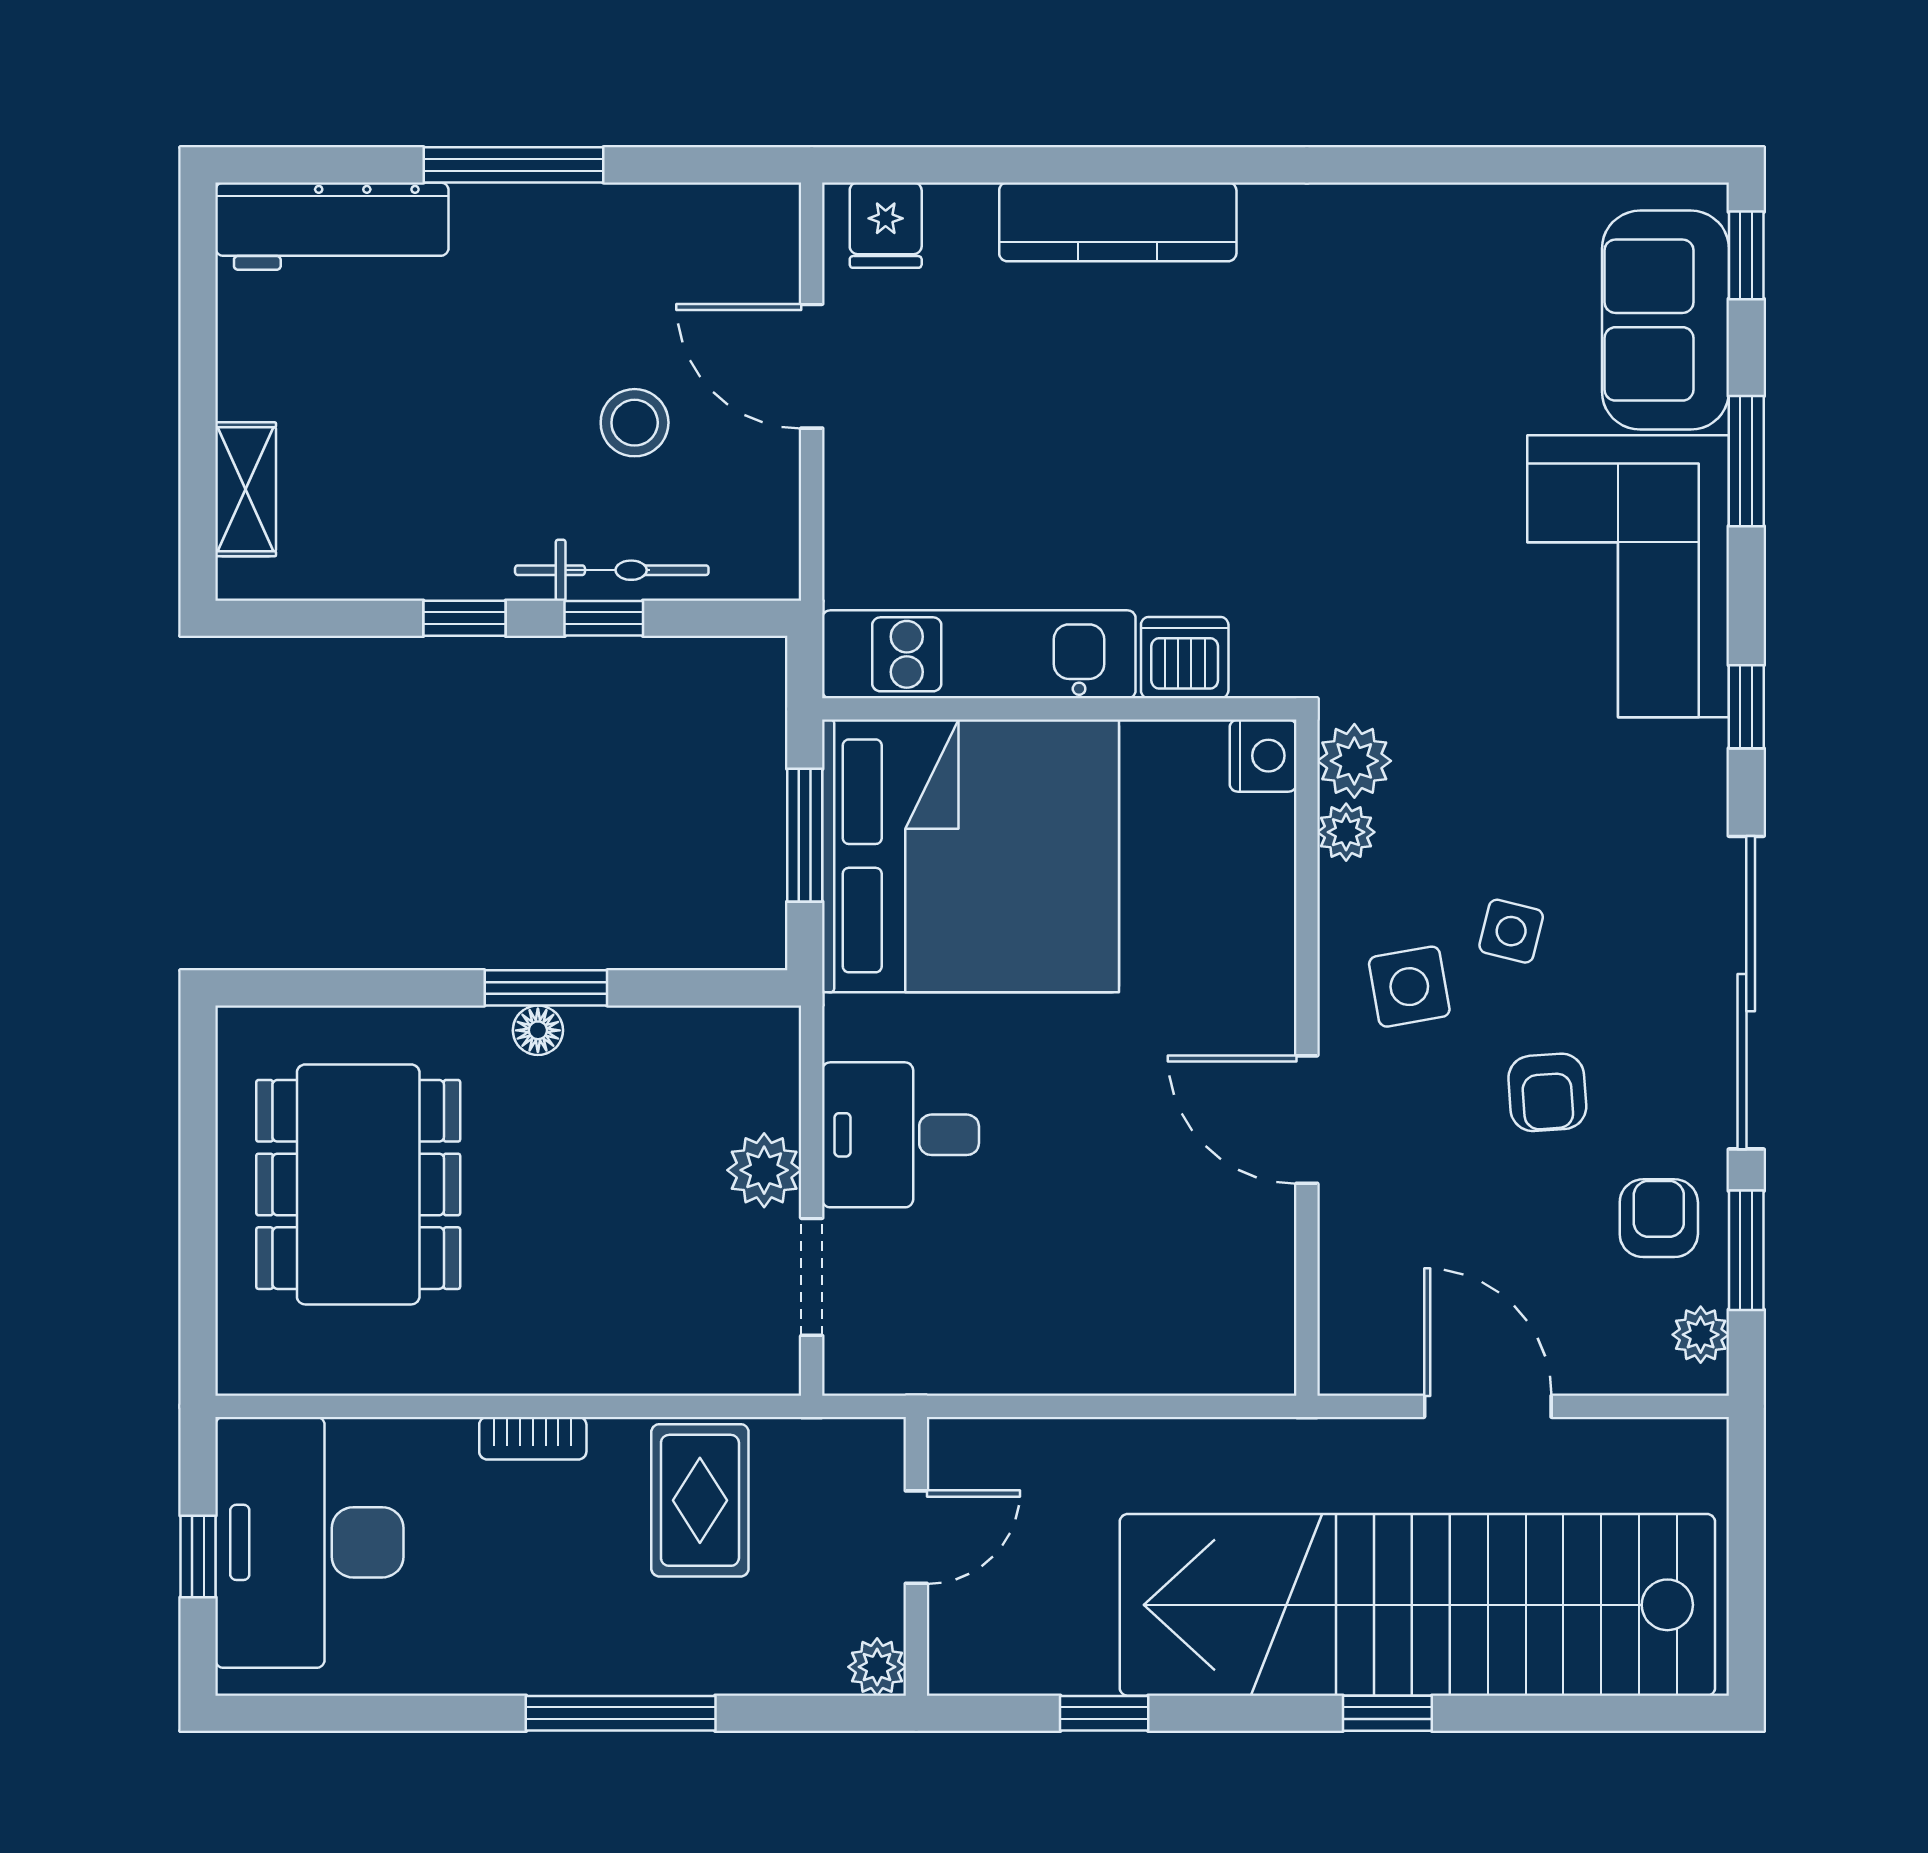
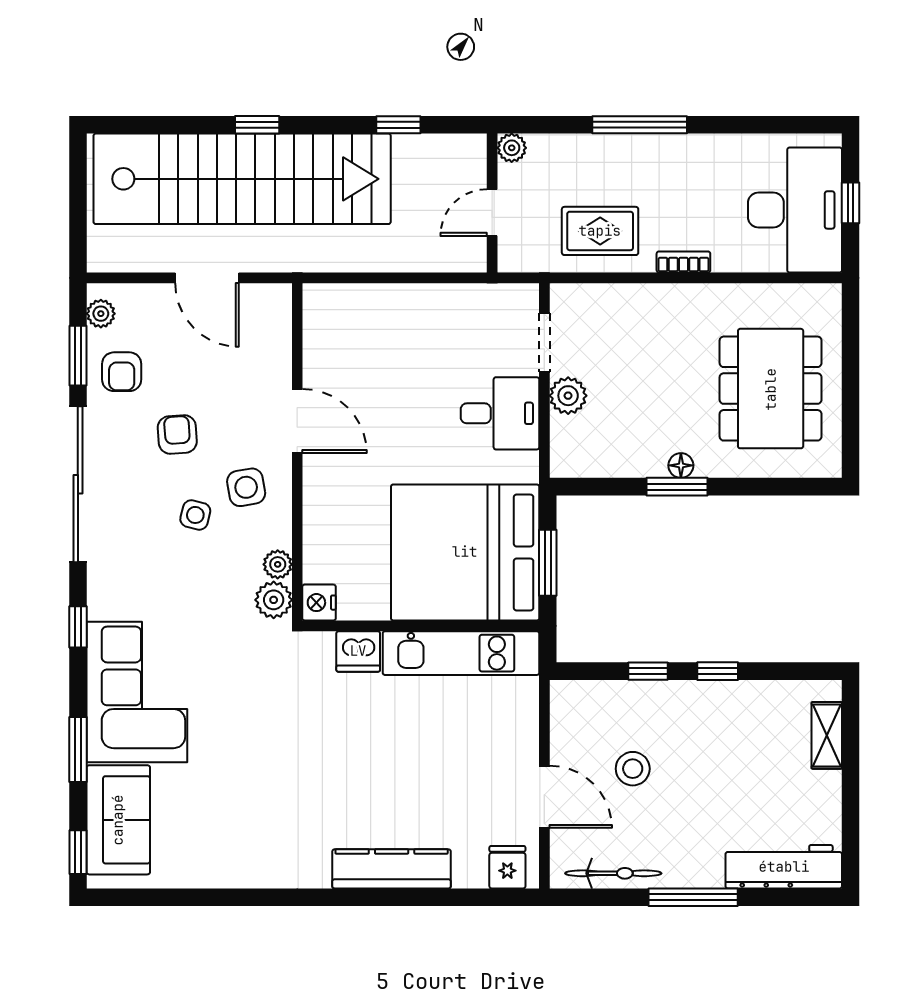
bicycle: (612, 570) -> (613, 873), moved, turned 180
rug: (700, 1500) -> (600, 231), turned 90

